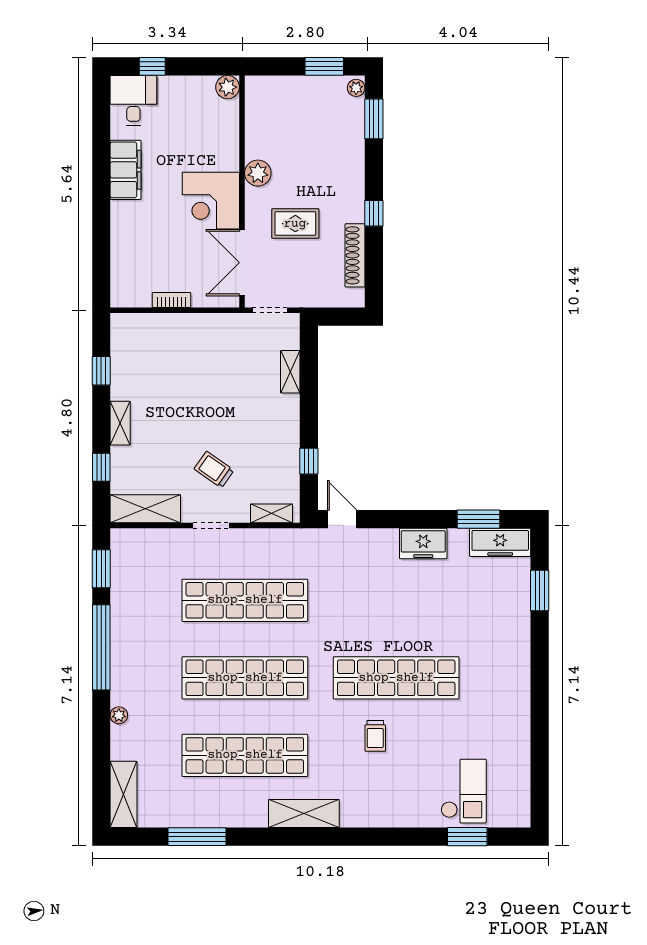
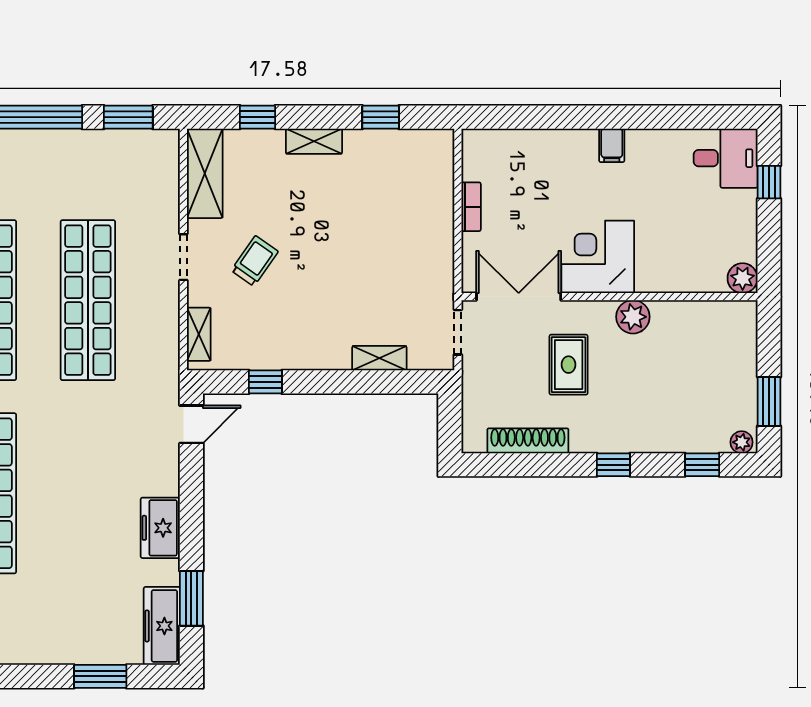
window: (374, 119) -> (702, 465), width x0.67
filing cabinet: (126, 170) -> (612, 145), width x0.33, depth x0.86
window: (374, 213) -> (613, 465), moved

